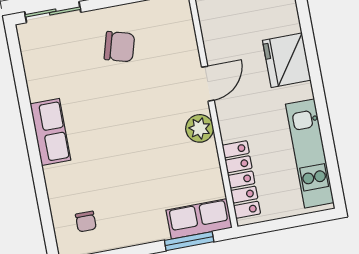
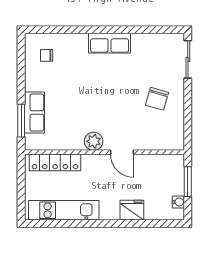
fridge: (287, 60) -> (132, 210), width x0.73, depth x0.75
row of seats: (199, 219) -> (34, 113), moved

